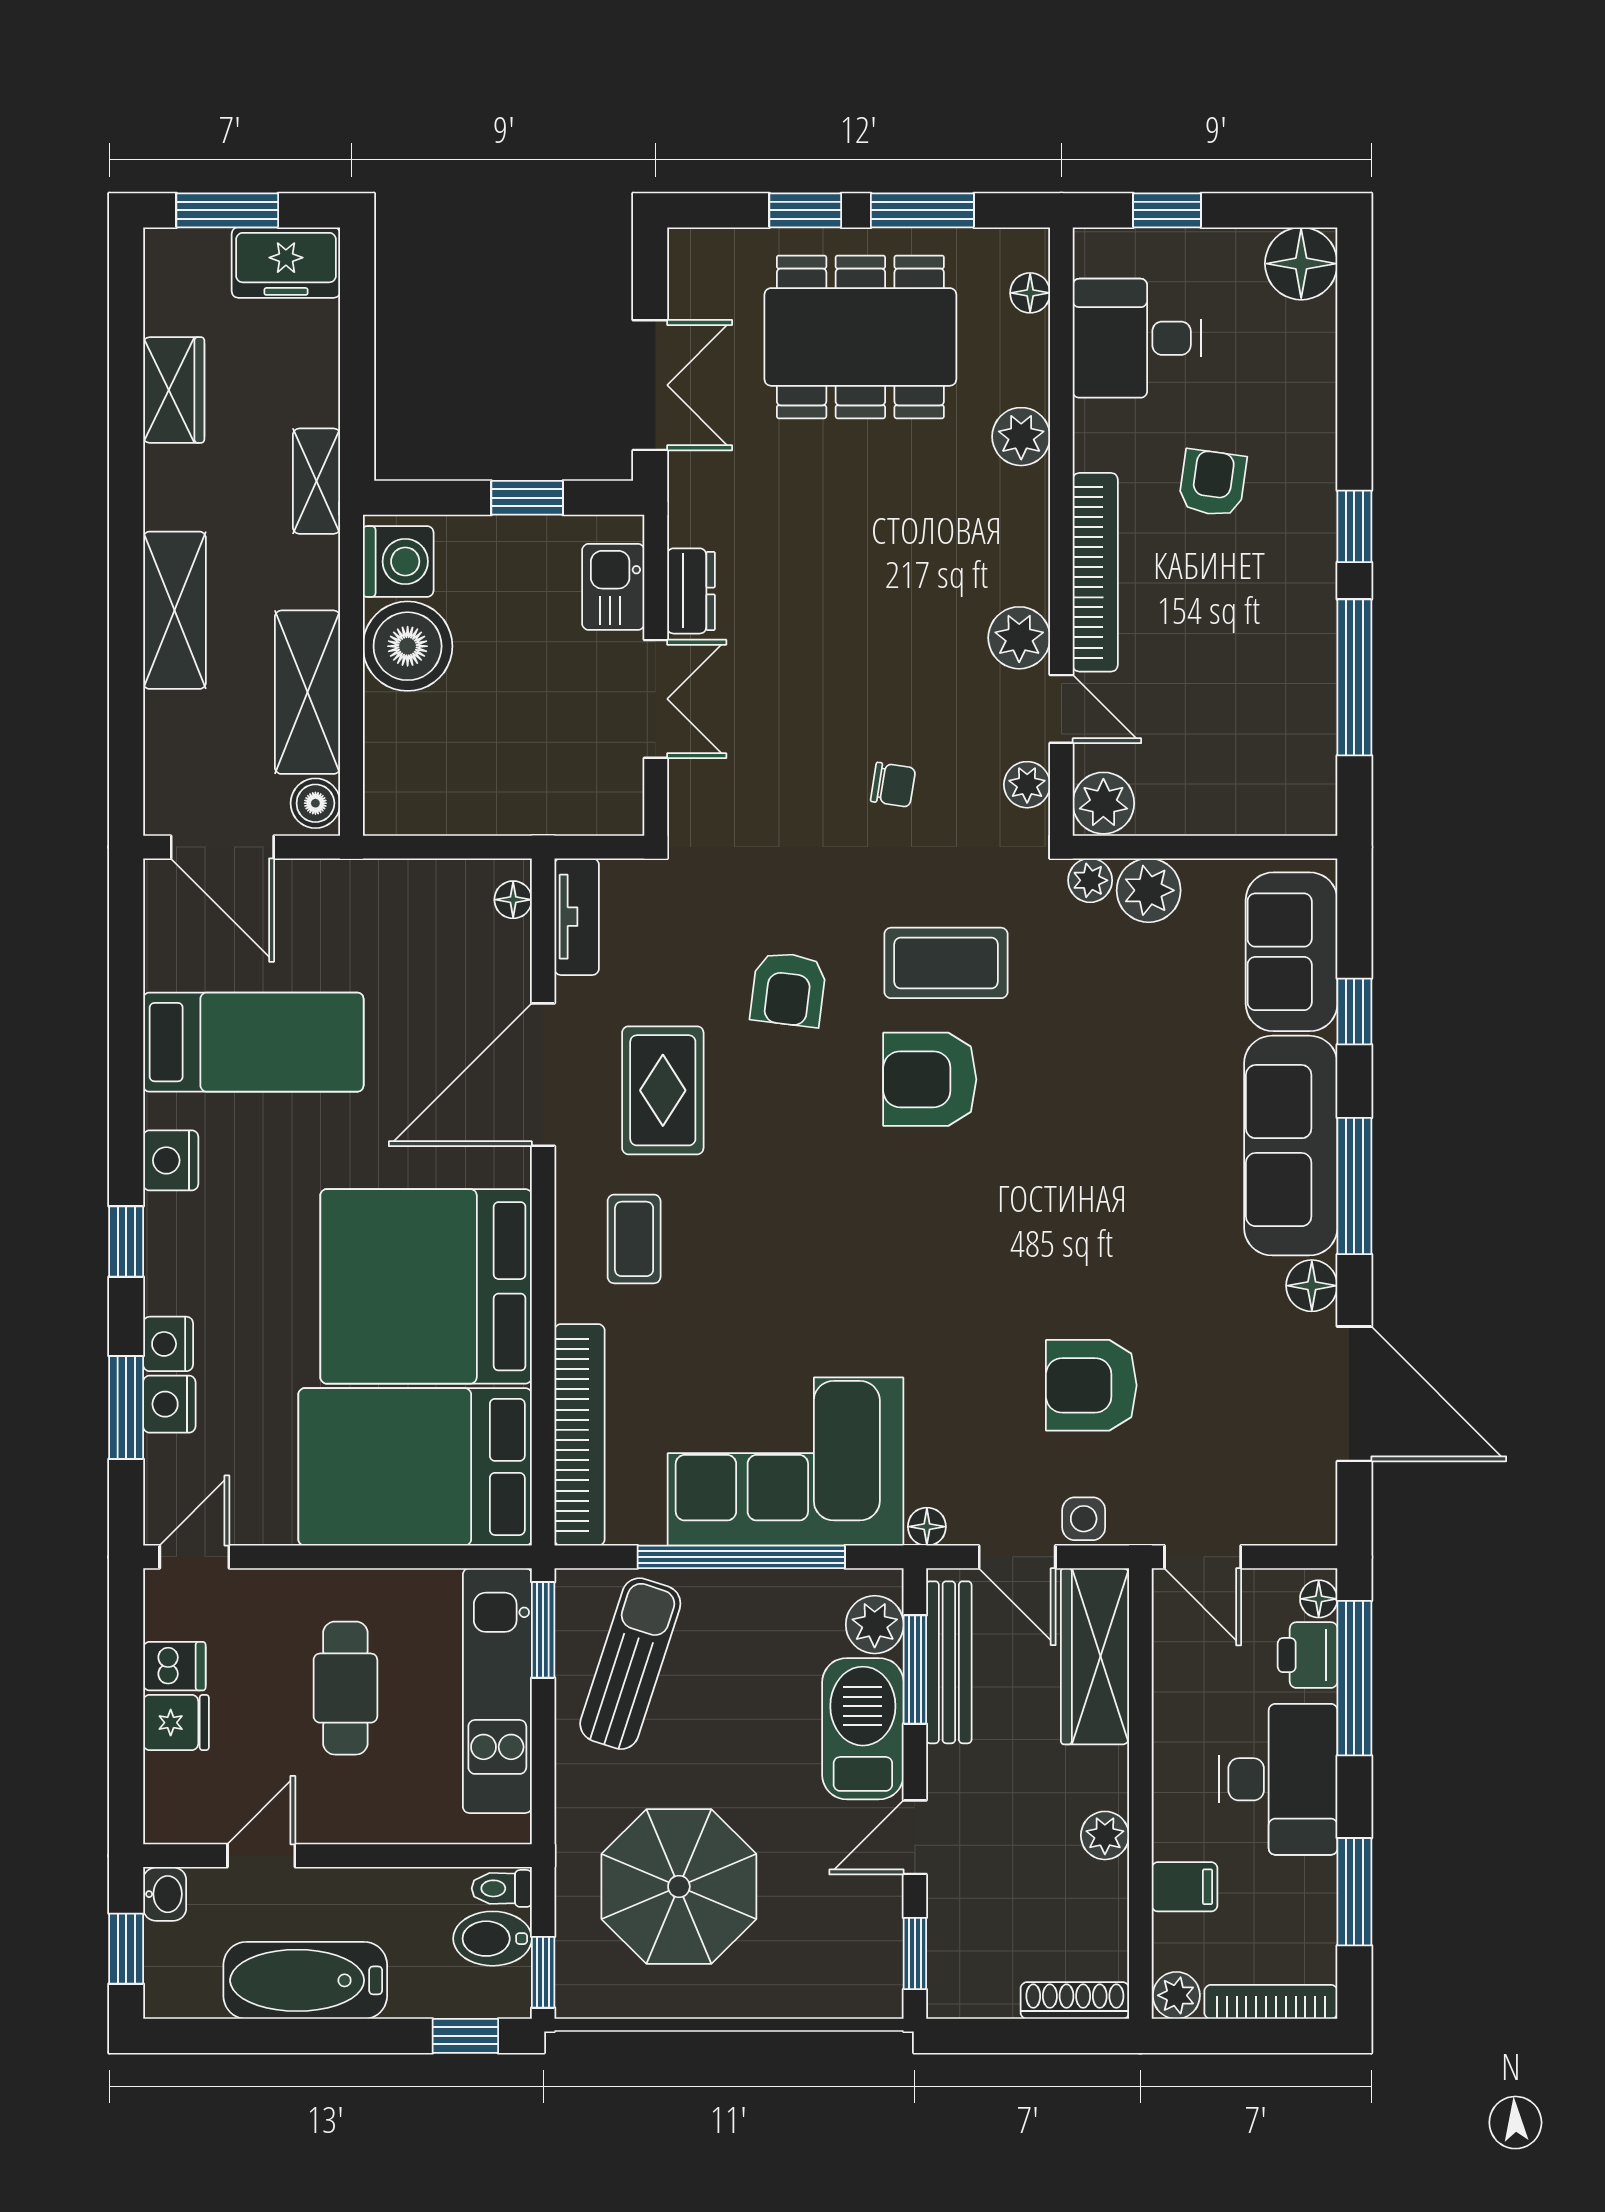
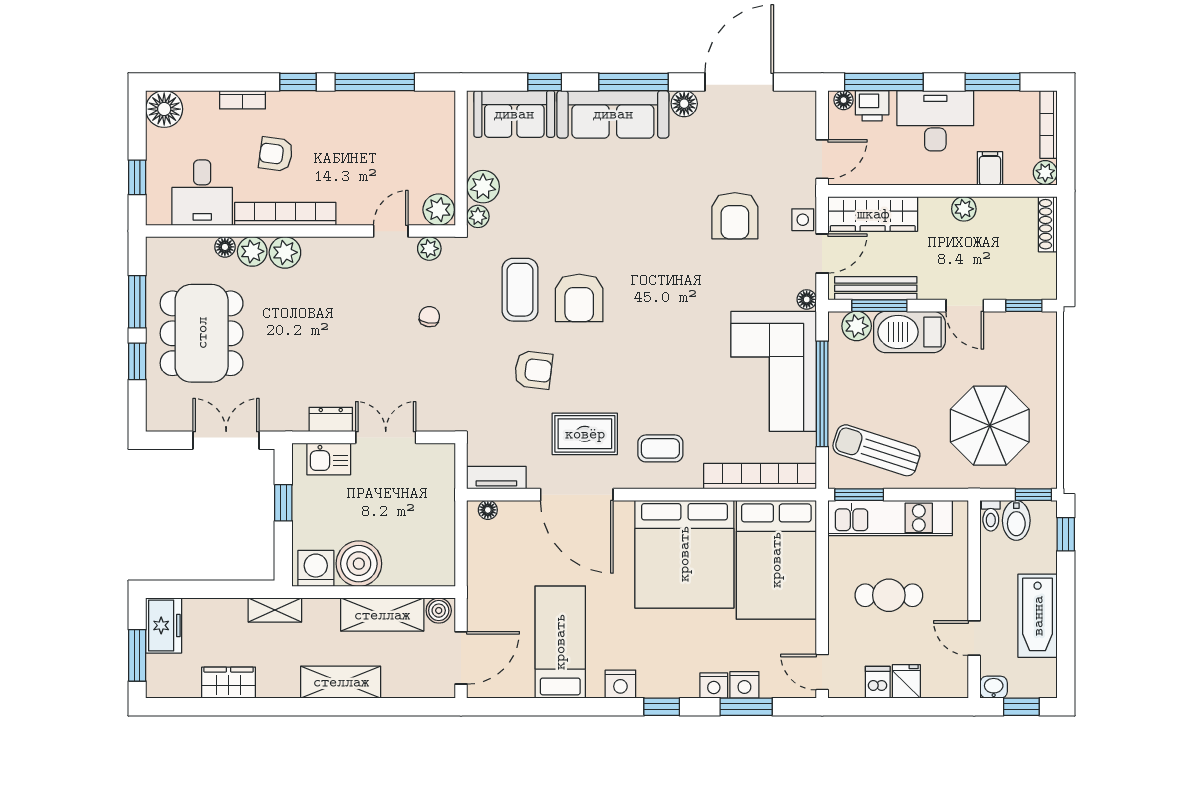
floor lamp: (1030, 293) -> (225, 247), moved
bookcase: (1319, 418) -> (243, 100), added
bookcase: (1095, 572) -> (285, 214), moved
plant: (1019, 638) -> (285, 252), moved

